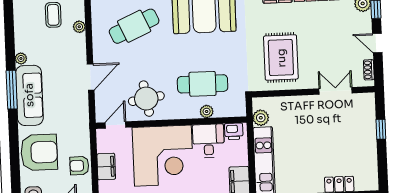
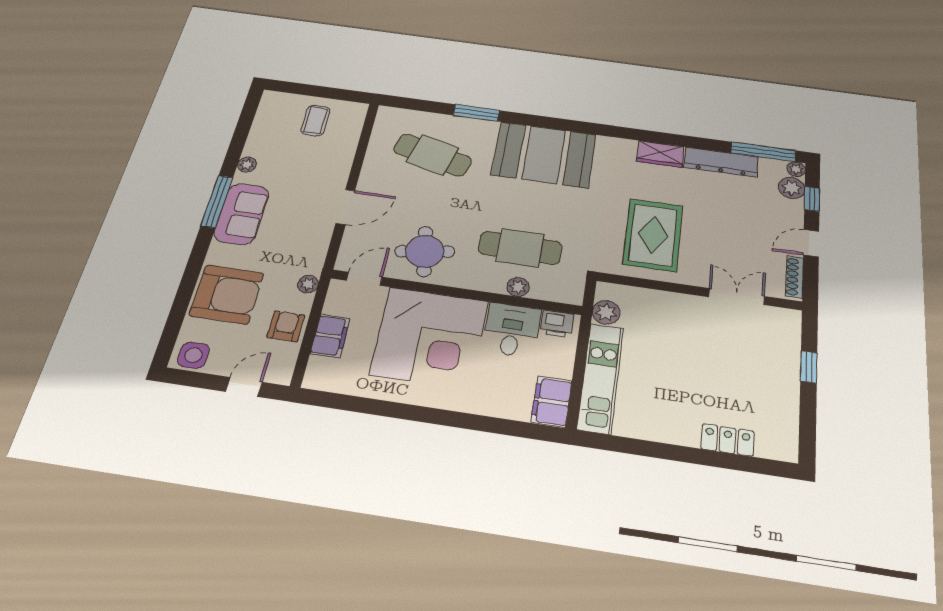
cafe table: (134, 26) -> (432, 155), turned 39
plant: (79, 27) -> (308, 284), moved
door: (377, 43) -> (811, 243), hinge flipped
shoe rack: (369, 70) -> (795, 277), width x1.43
sofa: (29, 95) -> (242, 214), width x0.73
armchair: (79, 166) -> (286, 326), turned 90

